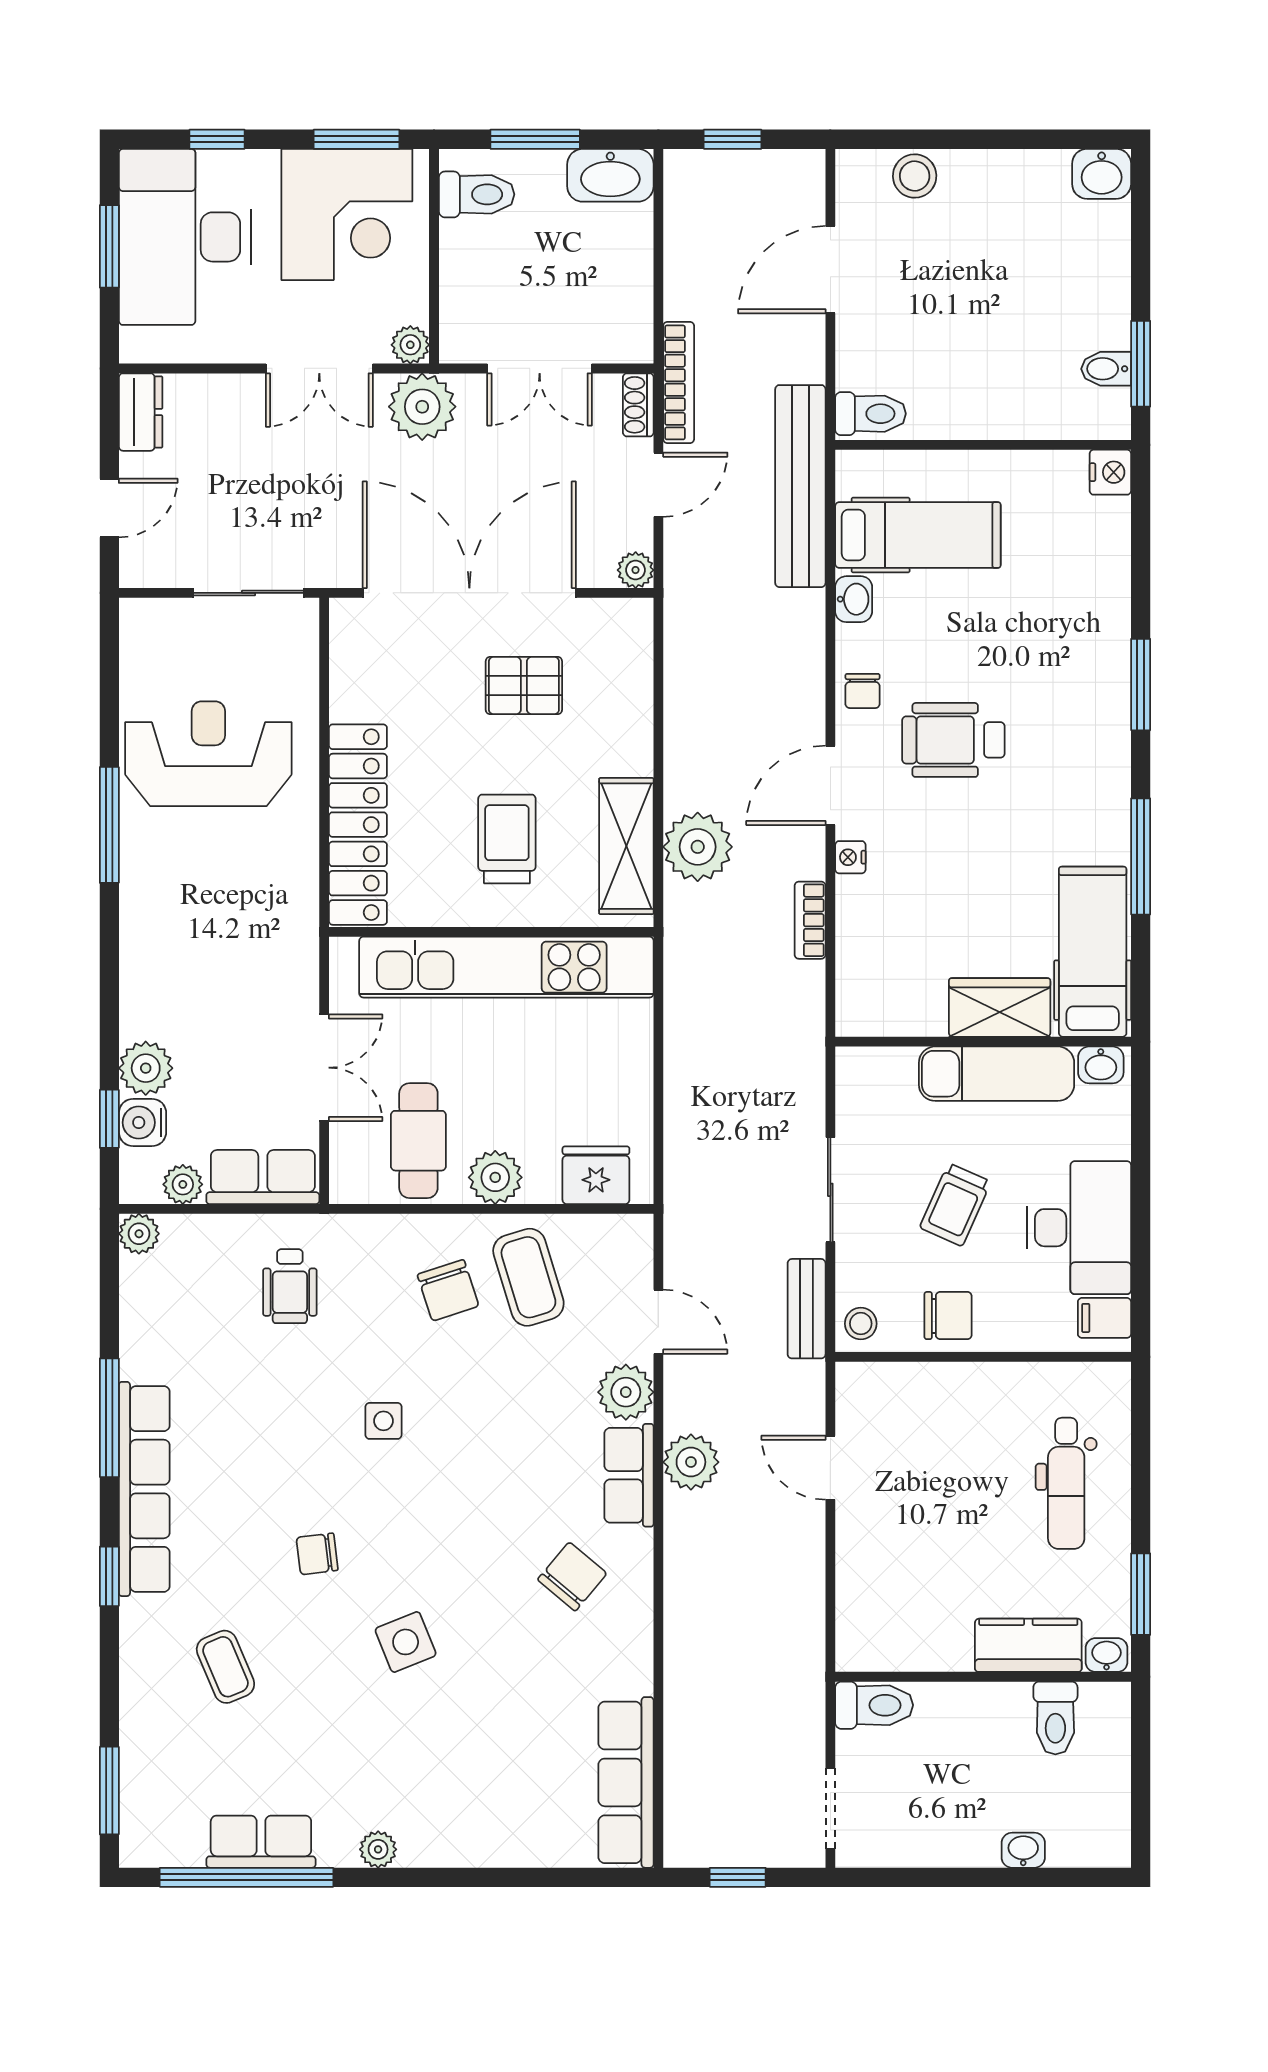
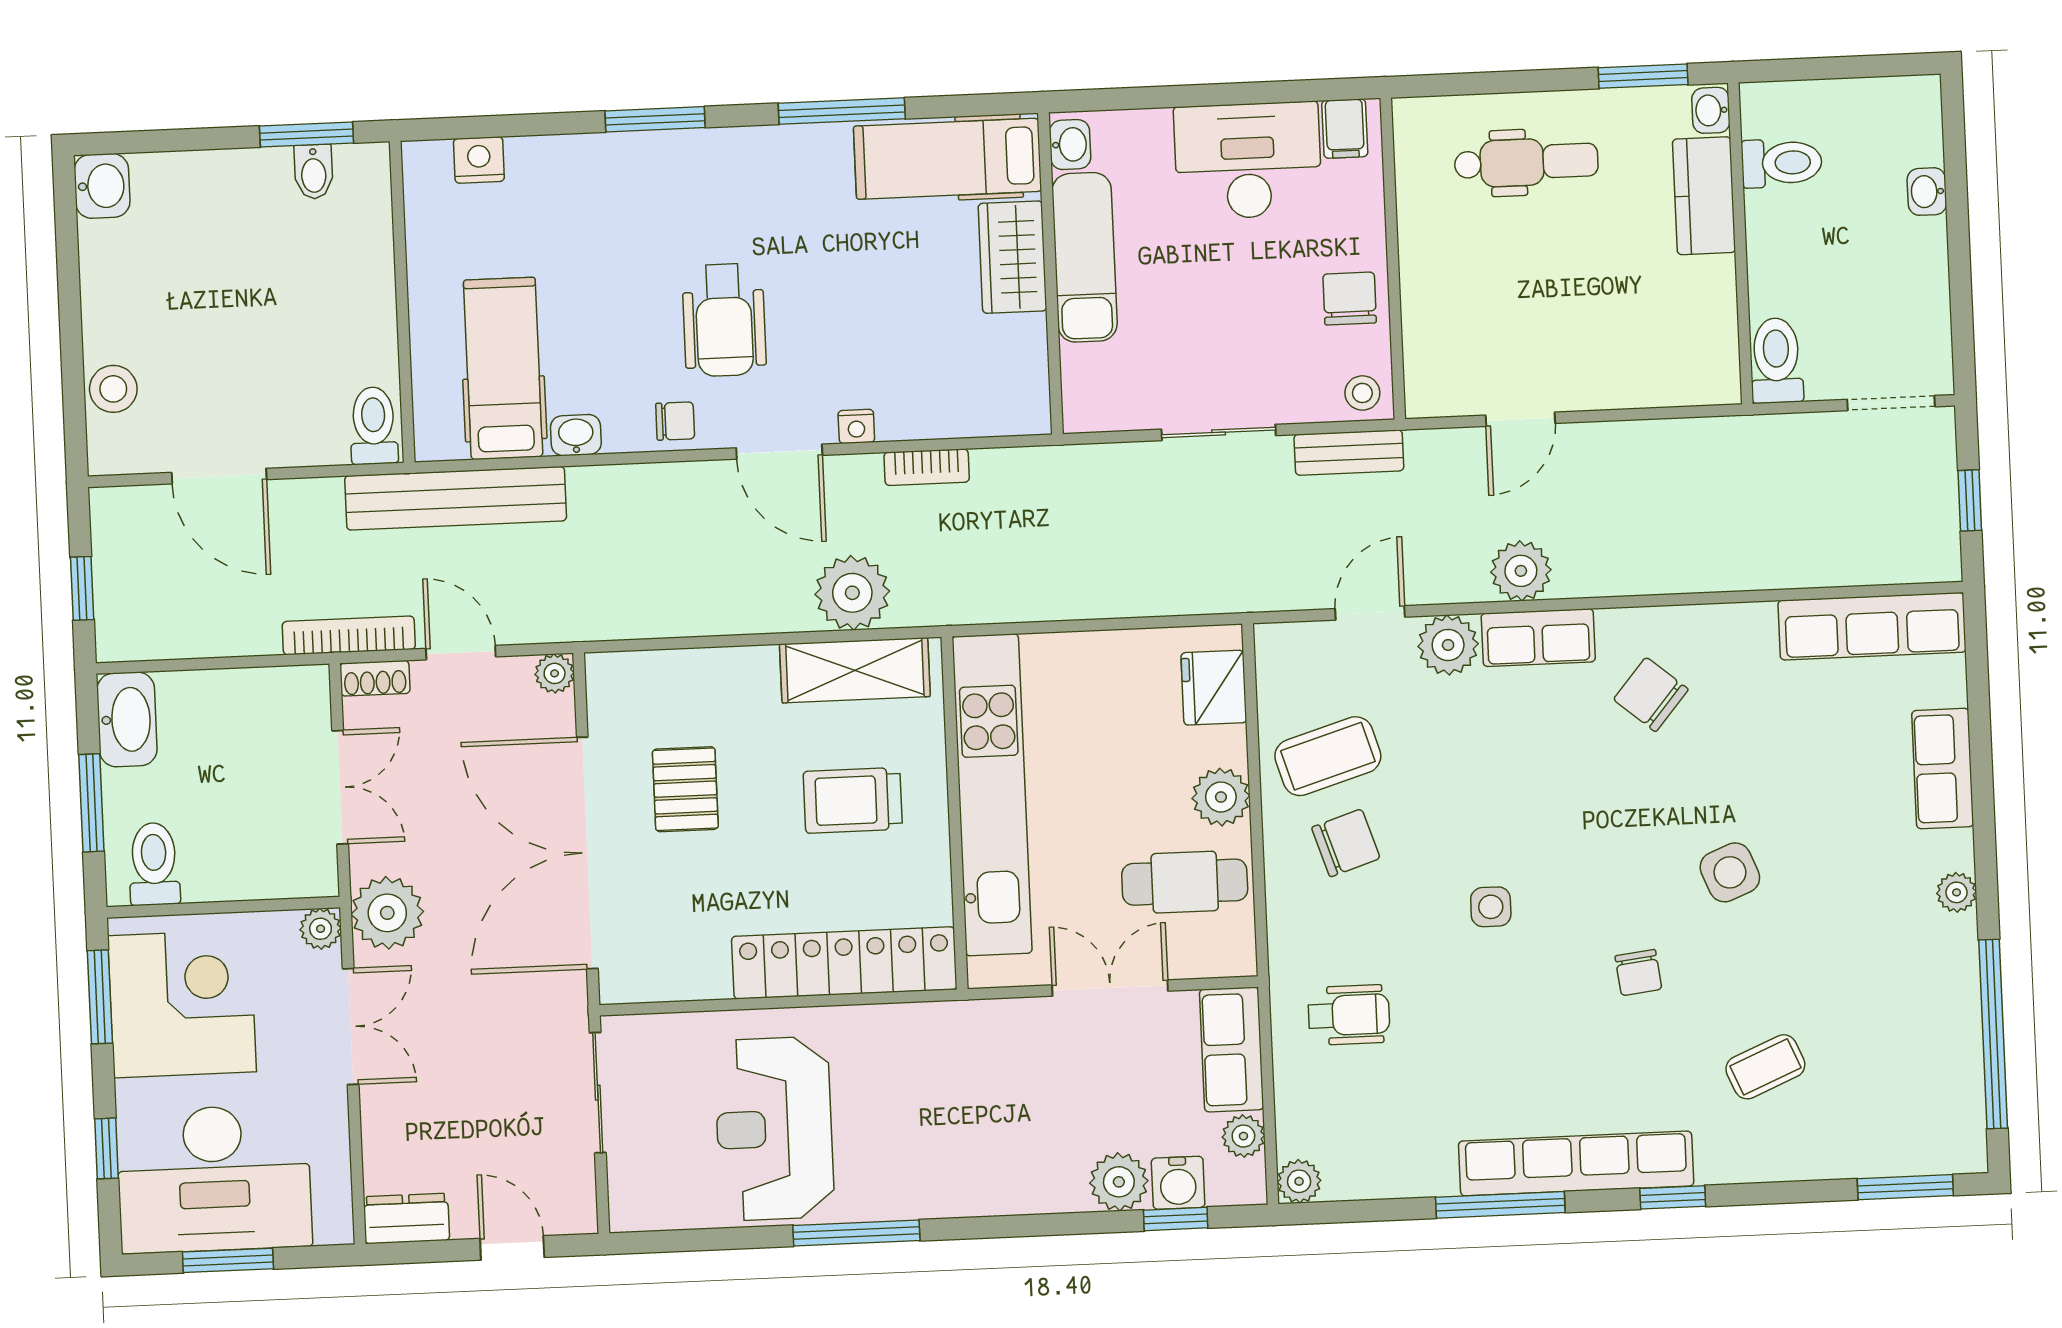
nightstand: (1110, 472) -> (479, 160), moved
trolley: (955, 1205) -> (1229, 296), removed
row of seats: (261, 1842) -> (1943, 769), moved

